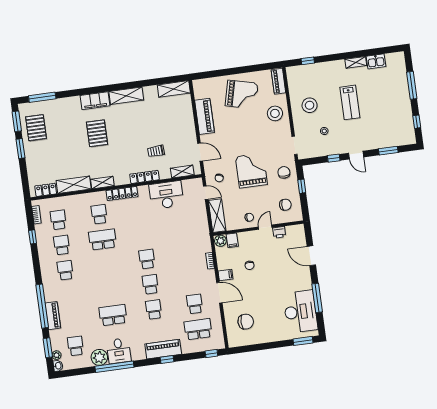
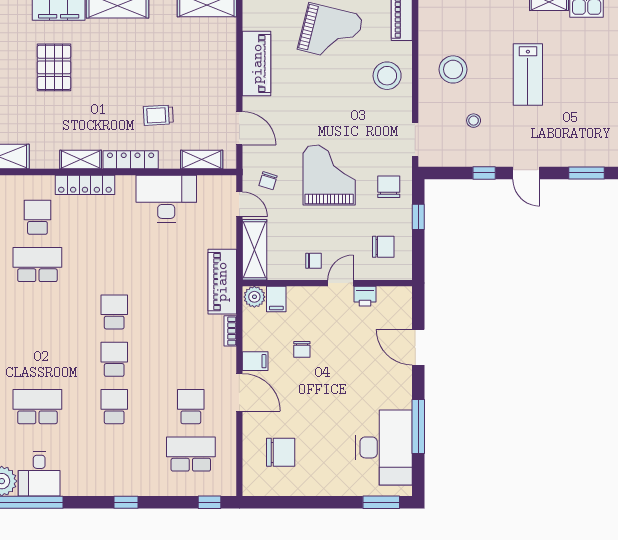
shelving: (102, 183) -> (81, 160), moved
piano: (163, 349) -> (222, 282), moved, turned -90

